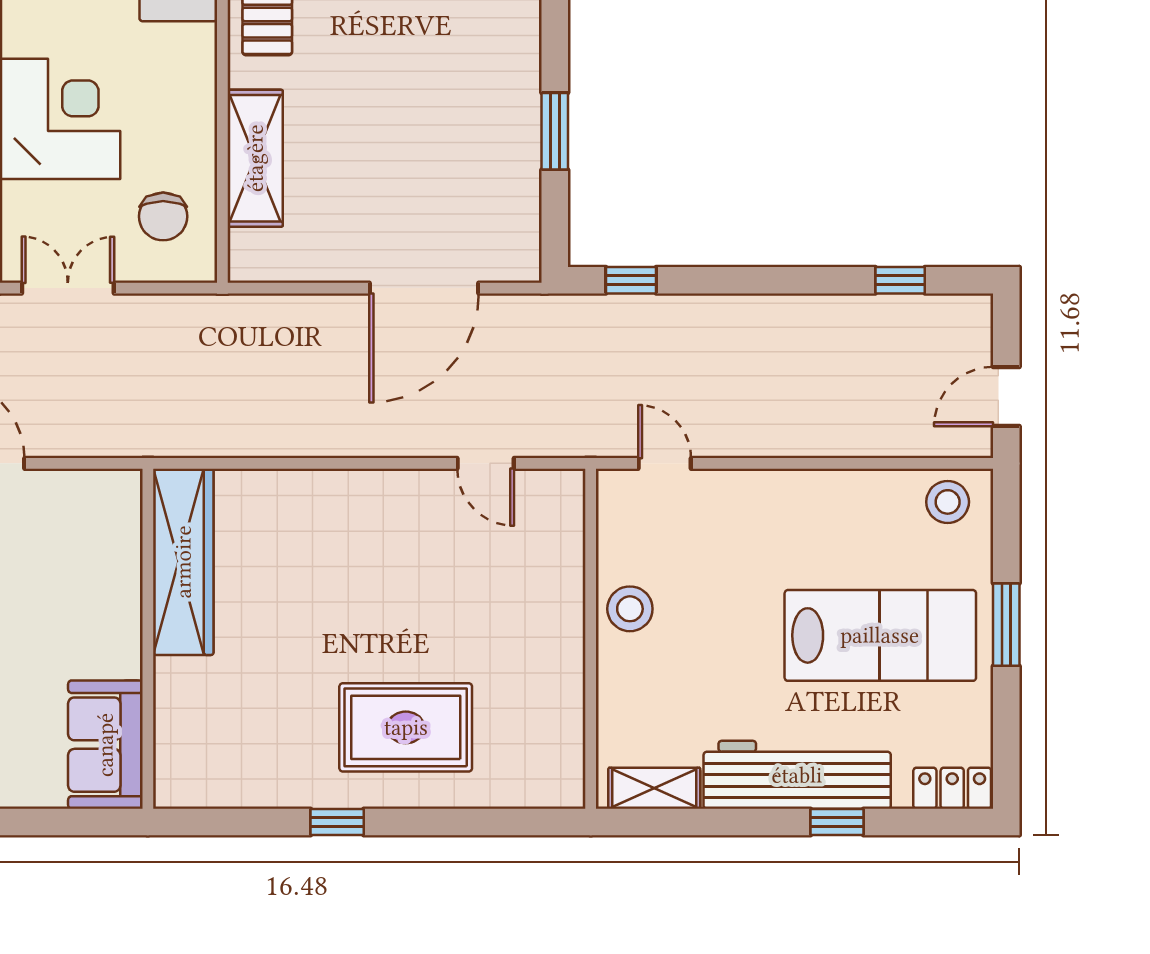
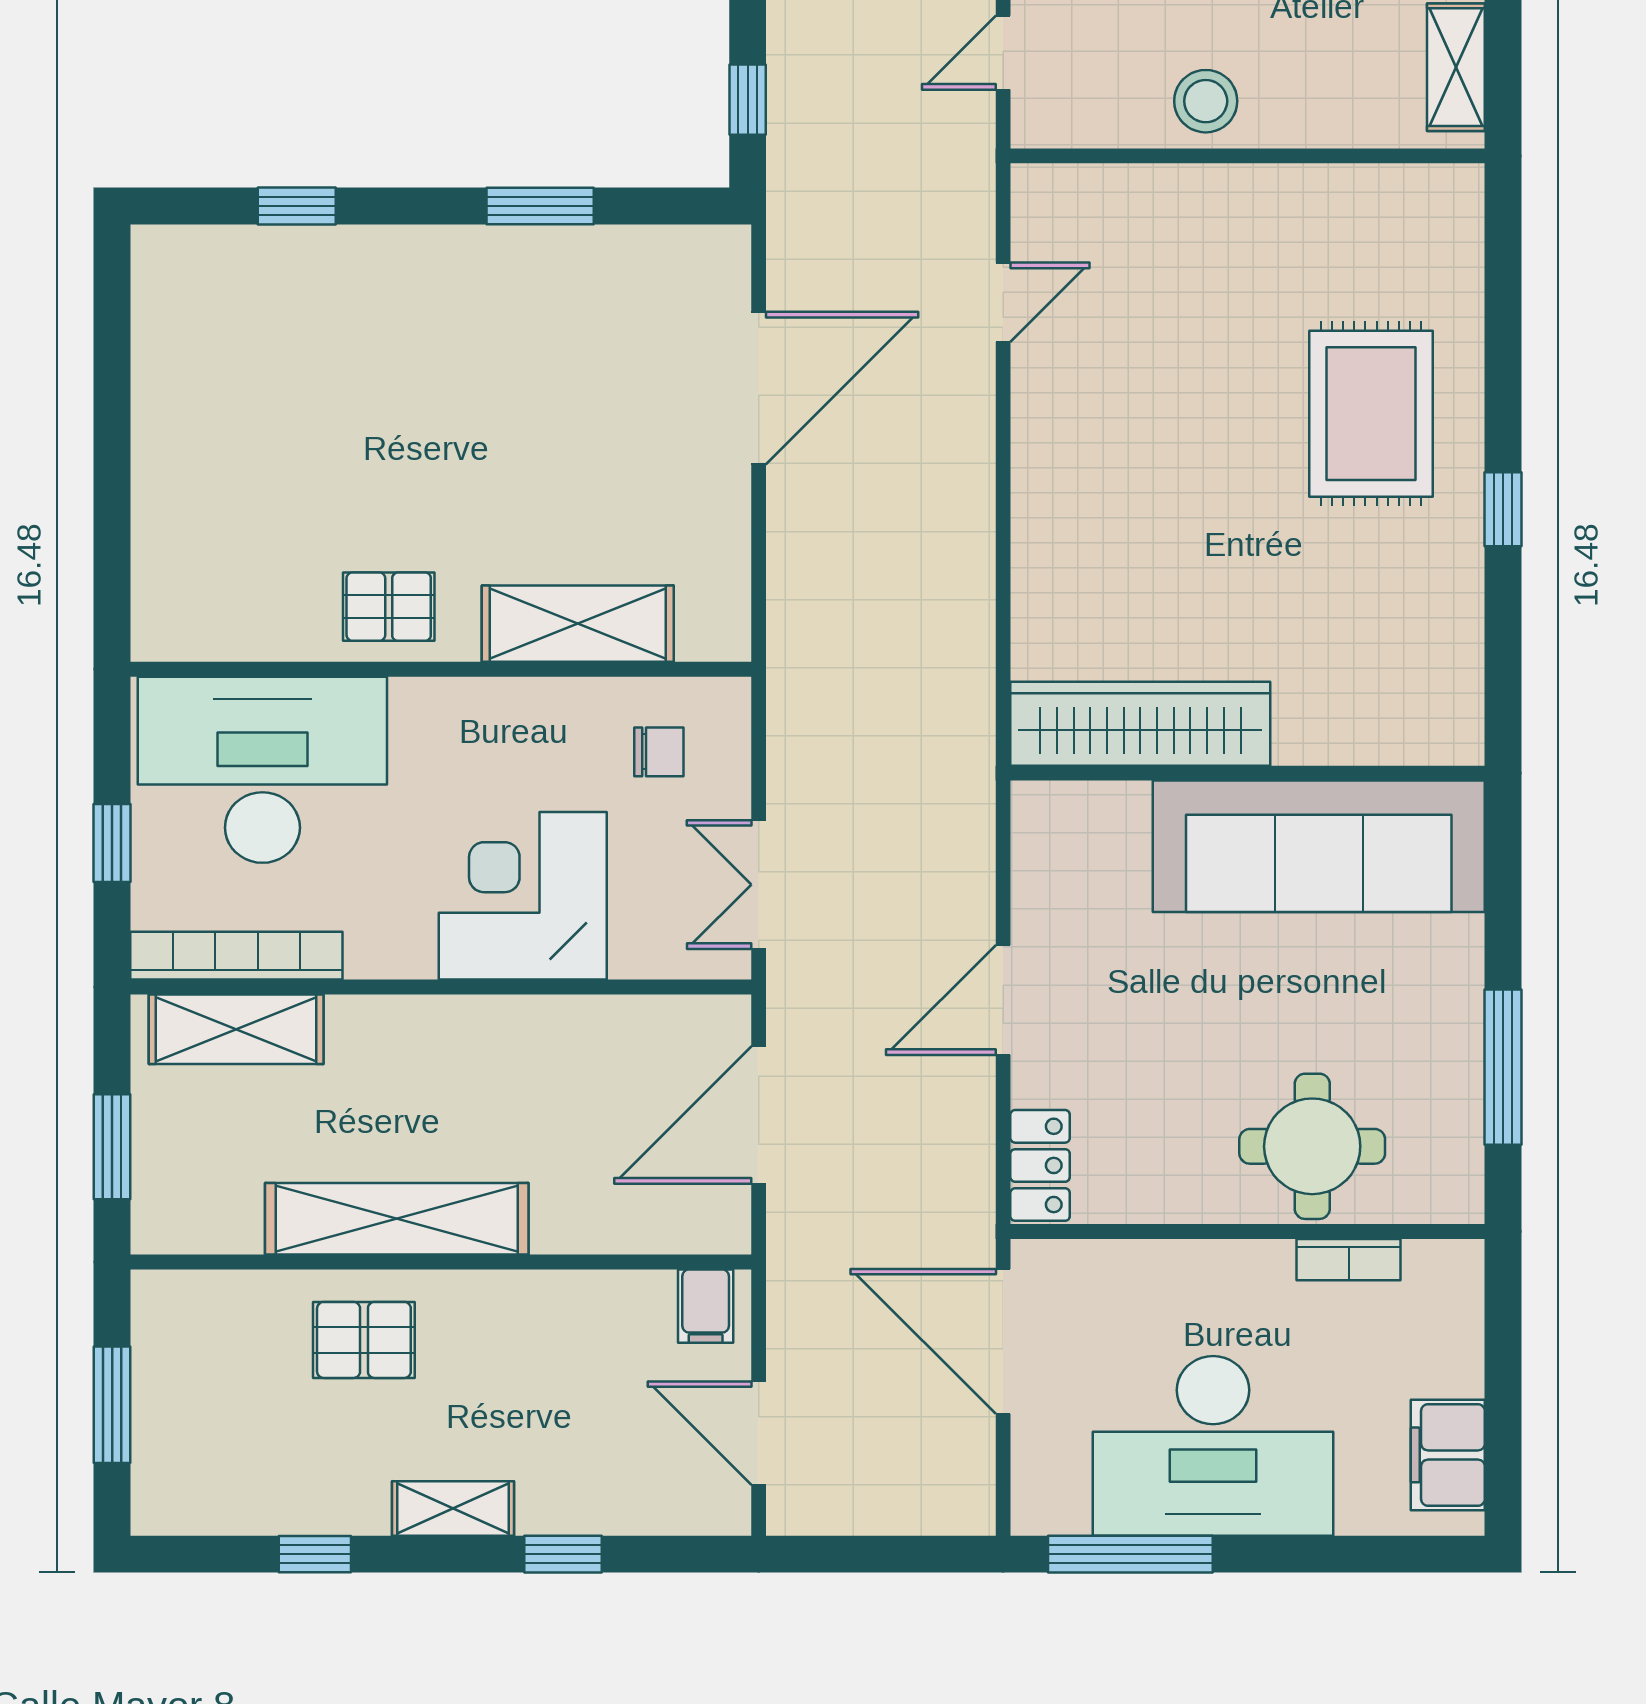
chair: (163, 216) -> (659, 752), width x0.73, depth x0.73
door: (424, 288) -> (759, 388), hinge flipped
sofa: (105, 745) -> (1319, 846), width x1.85, depth x1.27

